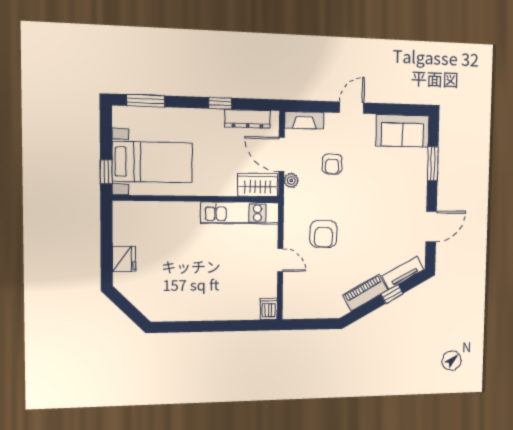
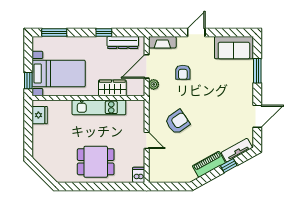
door: (282, 154) -> (147, 66), hinge flipped
wardrobe: (258, 185) -> (112, 88), moved
kitchen unit: (240, 213) -> (99, 107), moved
armchair: (323, 234) -> (177, 122), turned -124
fridge: (124, 259) -> (40, 115), moved
dining table: (207, 291) -> (96, 162), added

